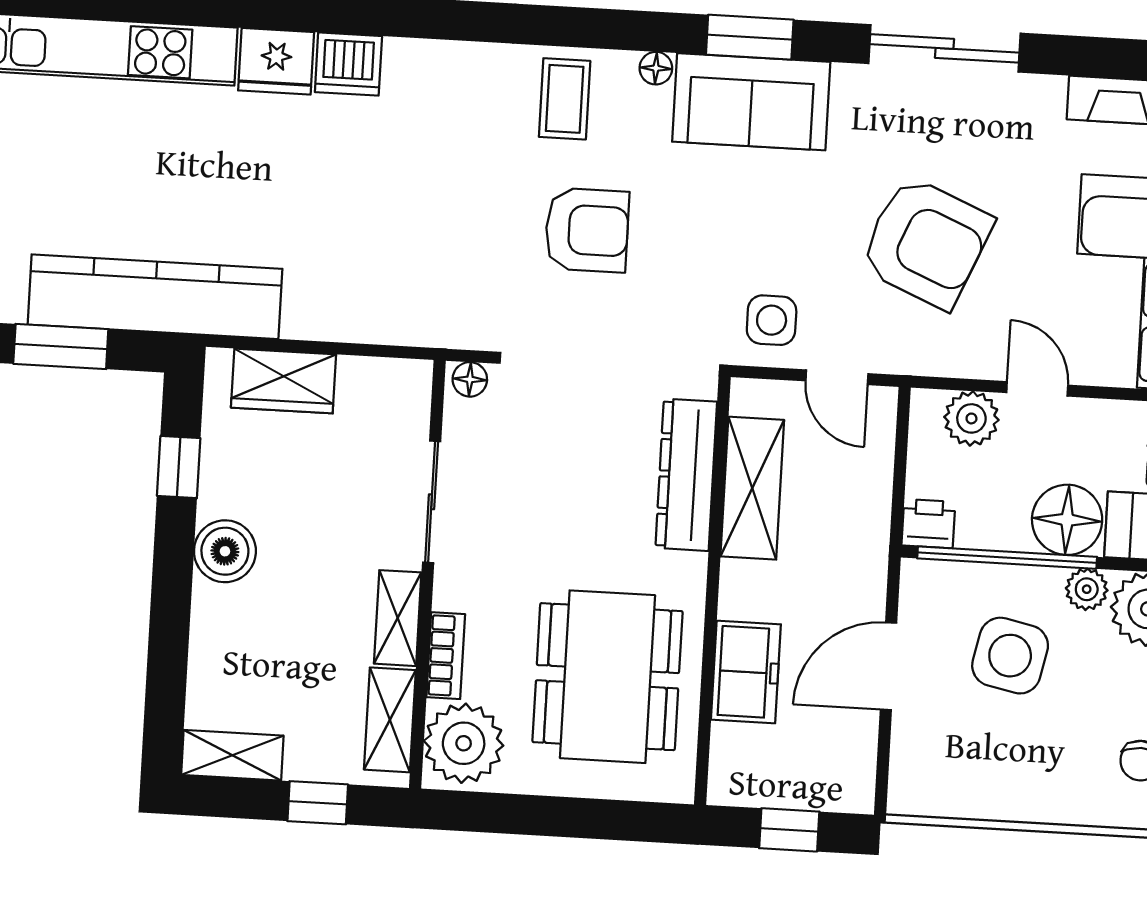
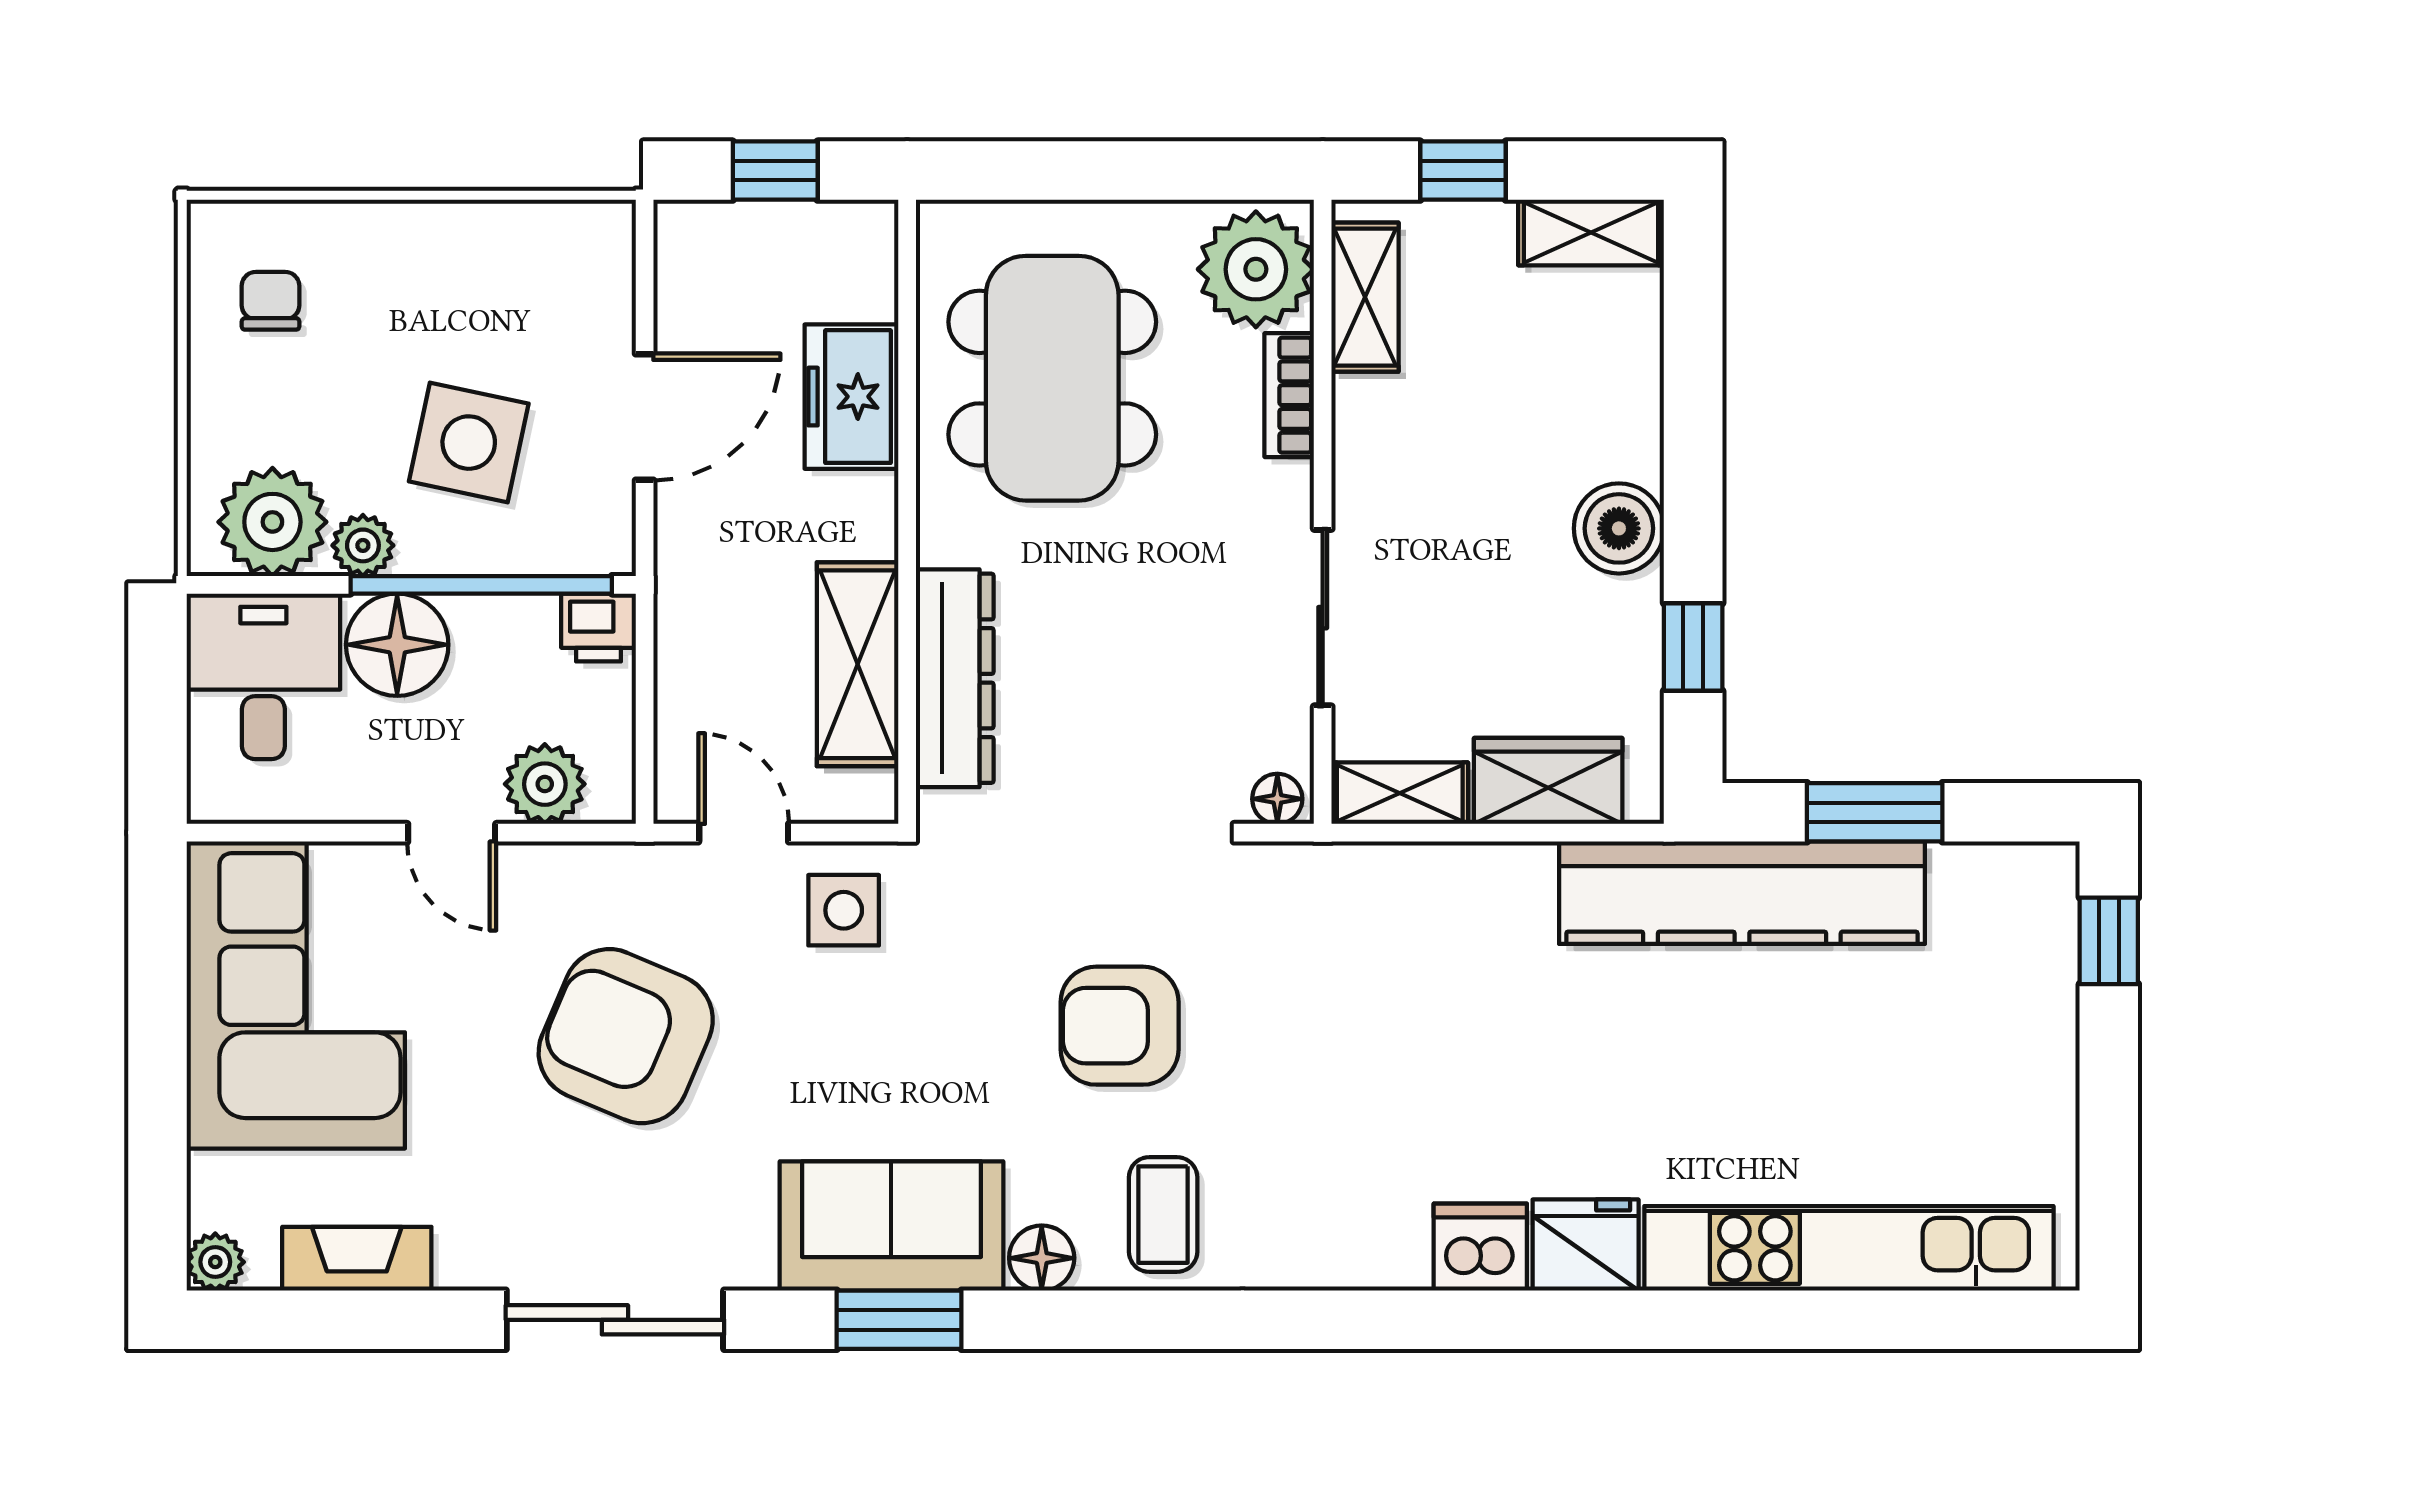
floor lamp: (656, 68) -> (1042, 1258), width x1.37, depth x1.37
shelving: (398, 618) -> (1400, 793), moved, turned 90

